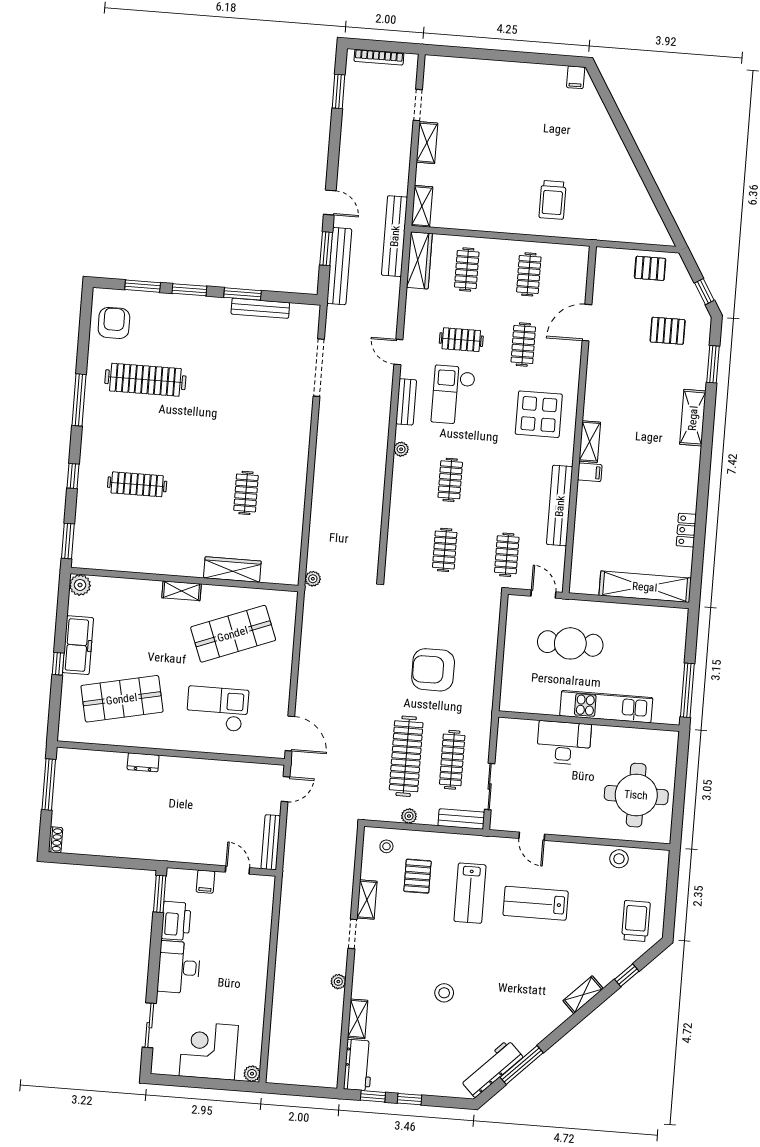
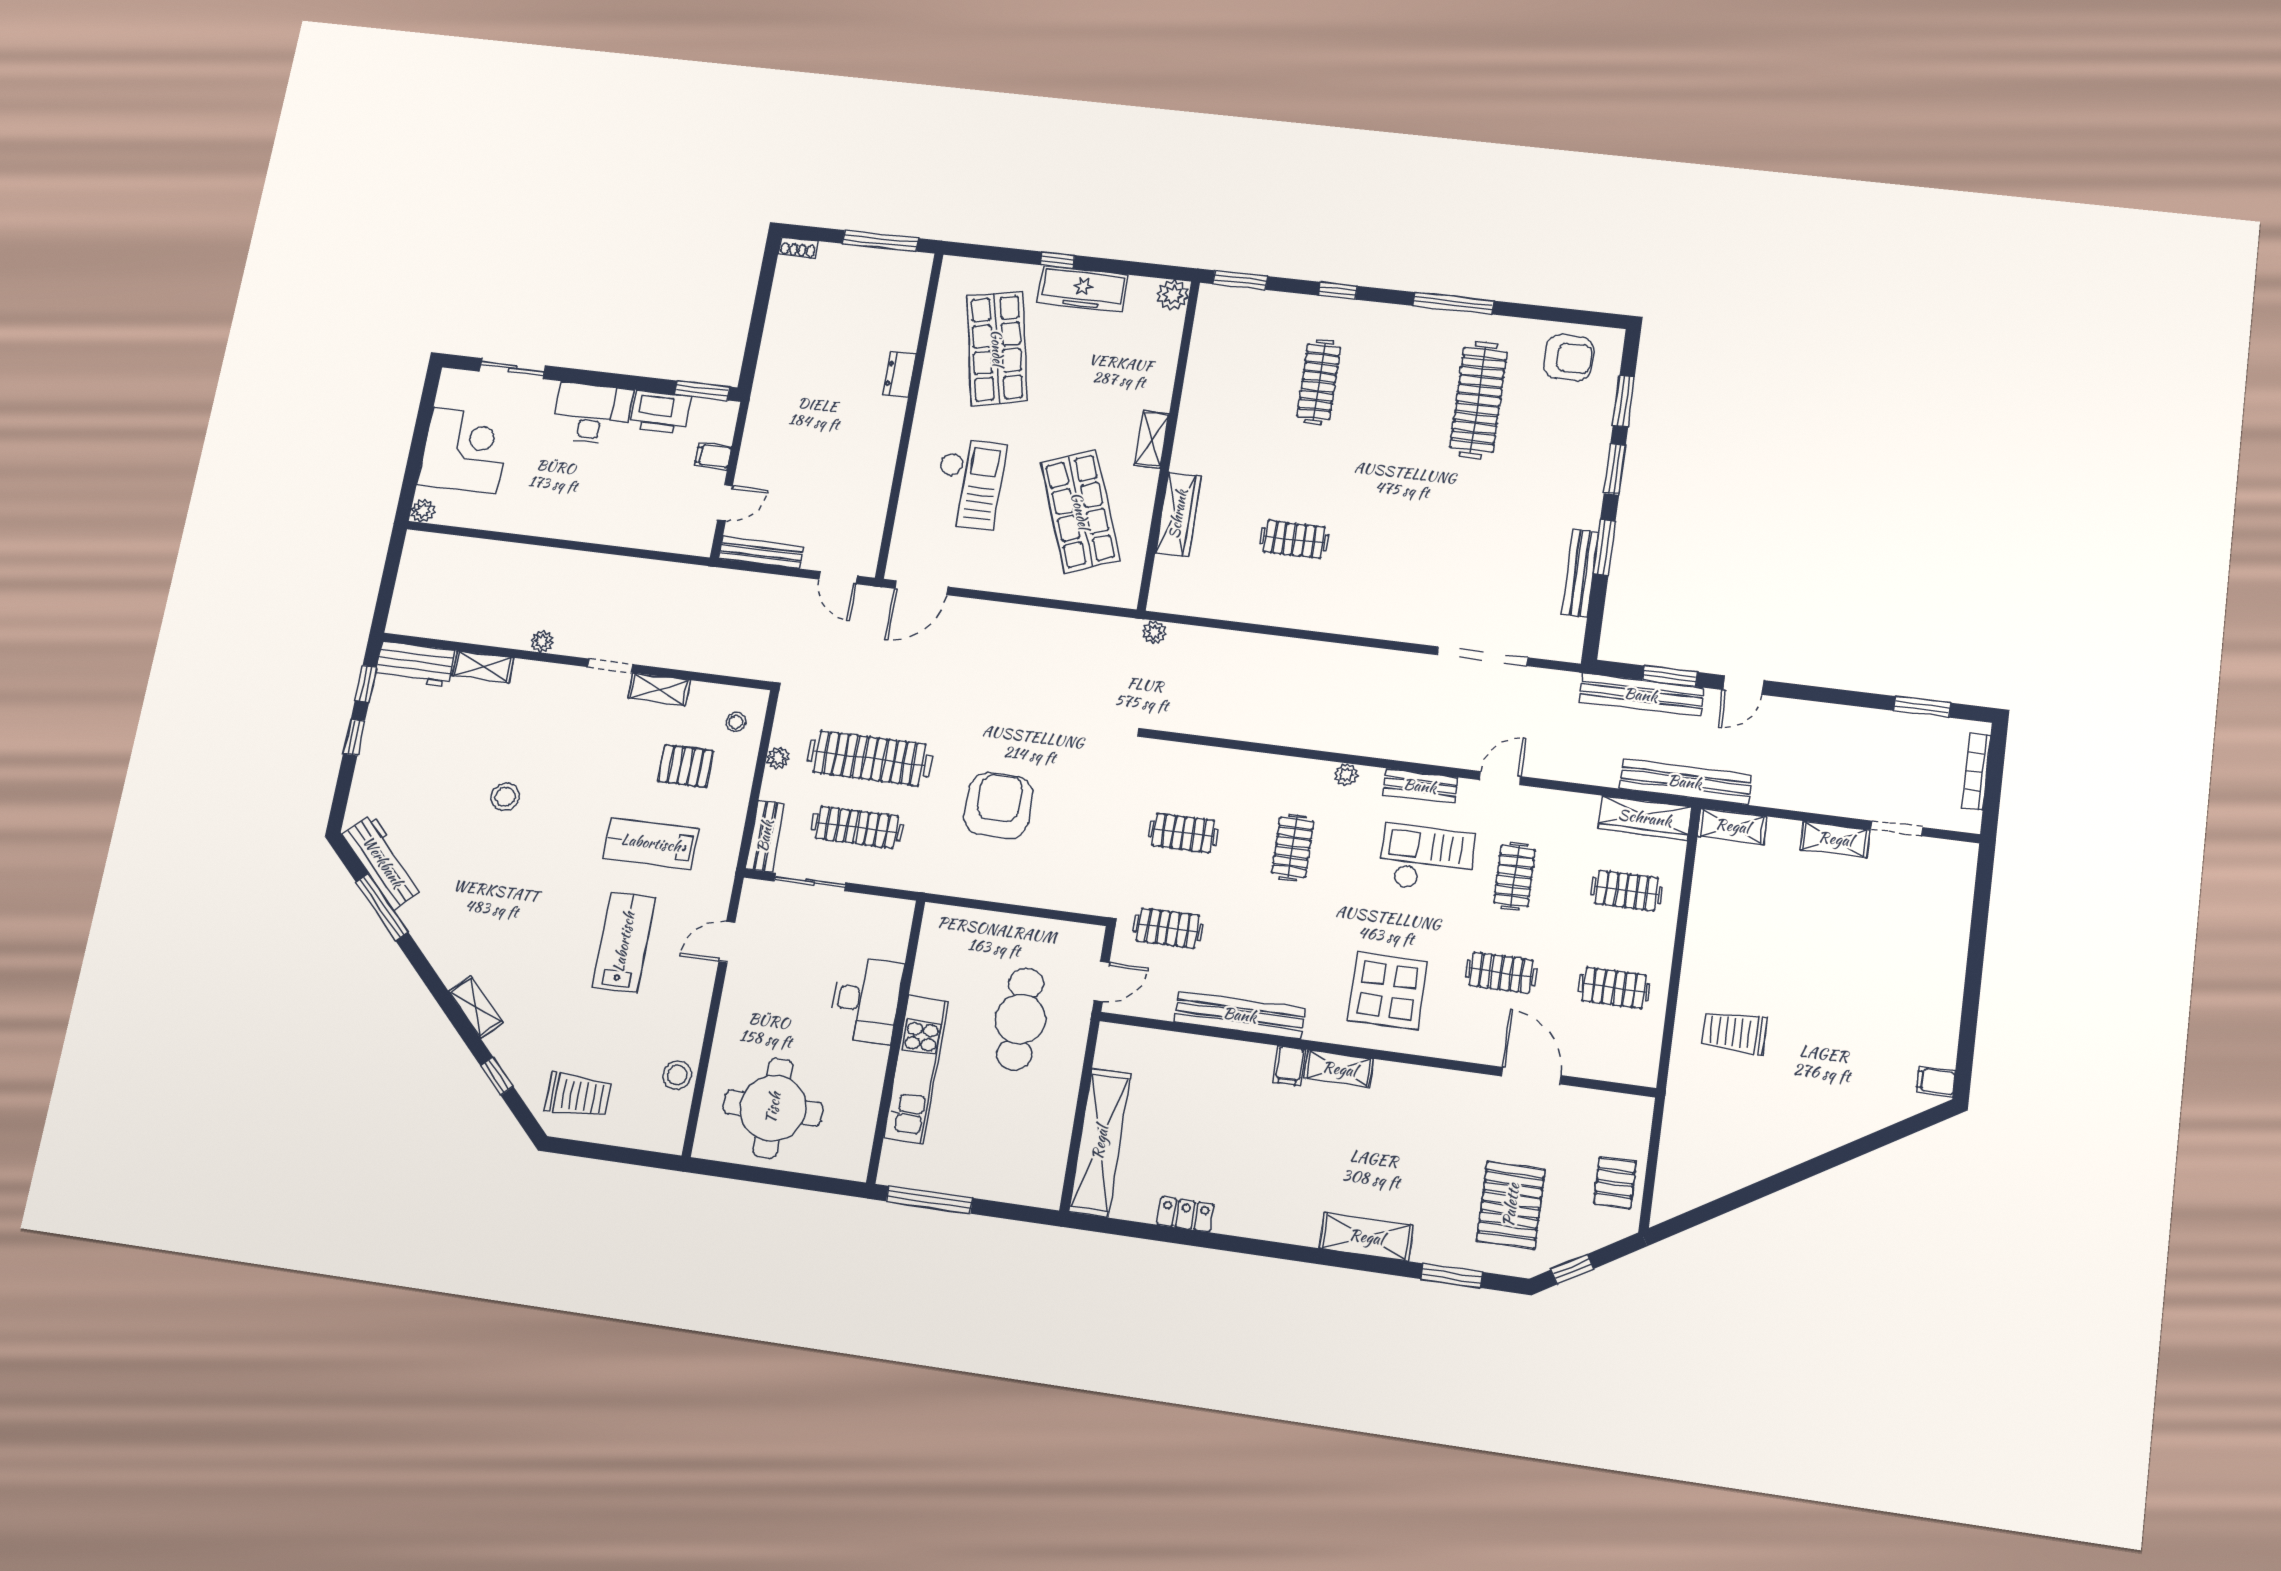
pallet: (668, 331) -> (1511, 1205), width x1.50, depth x1.42
clothes rail: (450, 480) -> (1293, 847), turned 90

